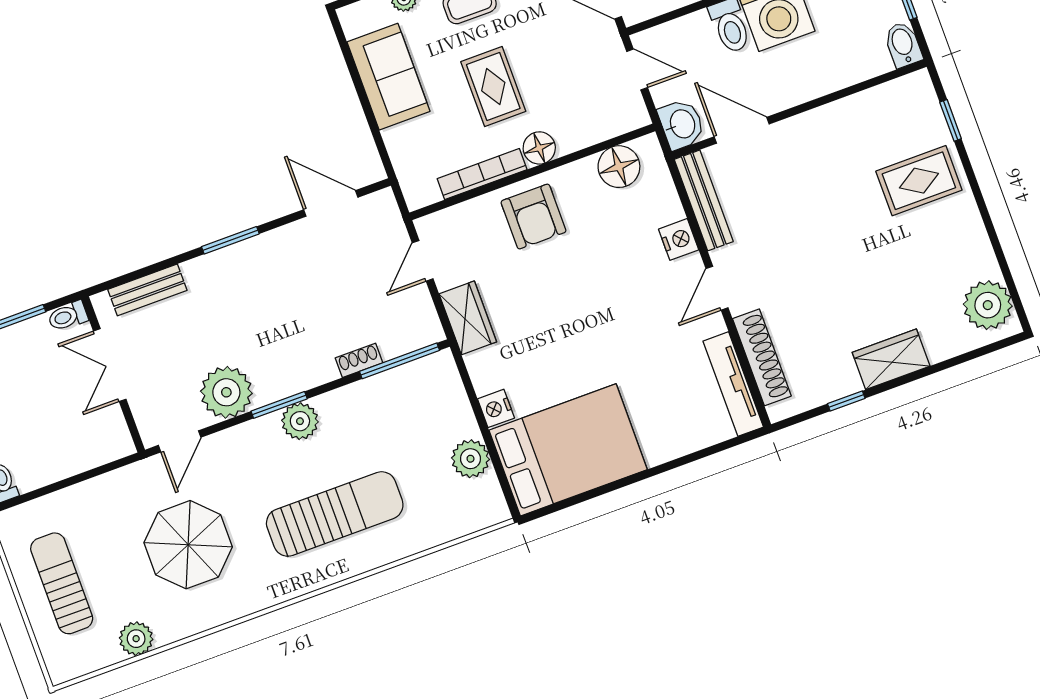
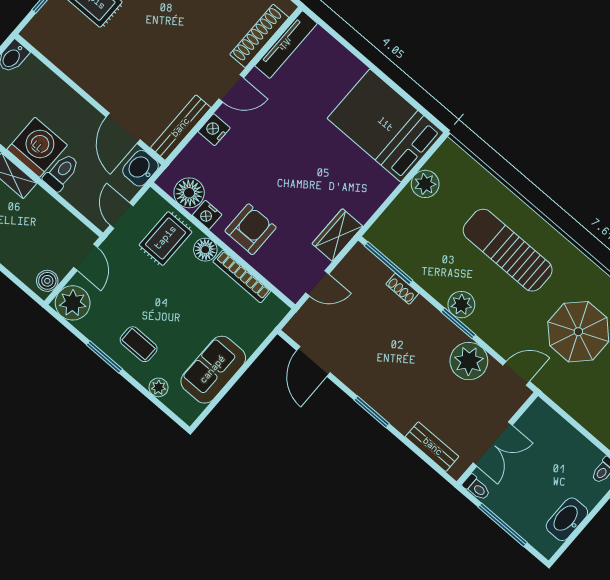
rug: (493, 87) -> (166, 238), moved
nightstand: (496, 408) -> (207, 215), moved, turned 90

